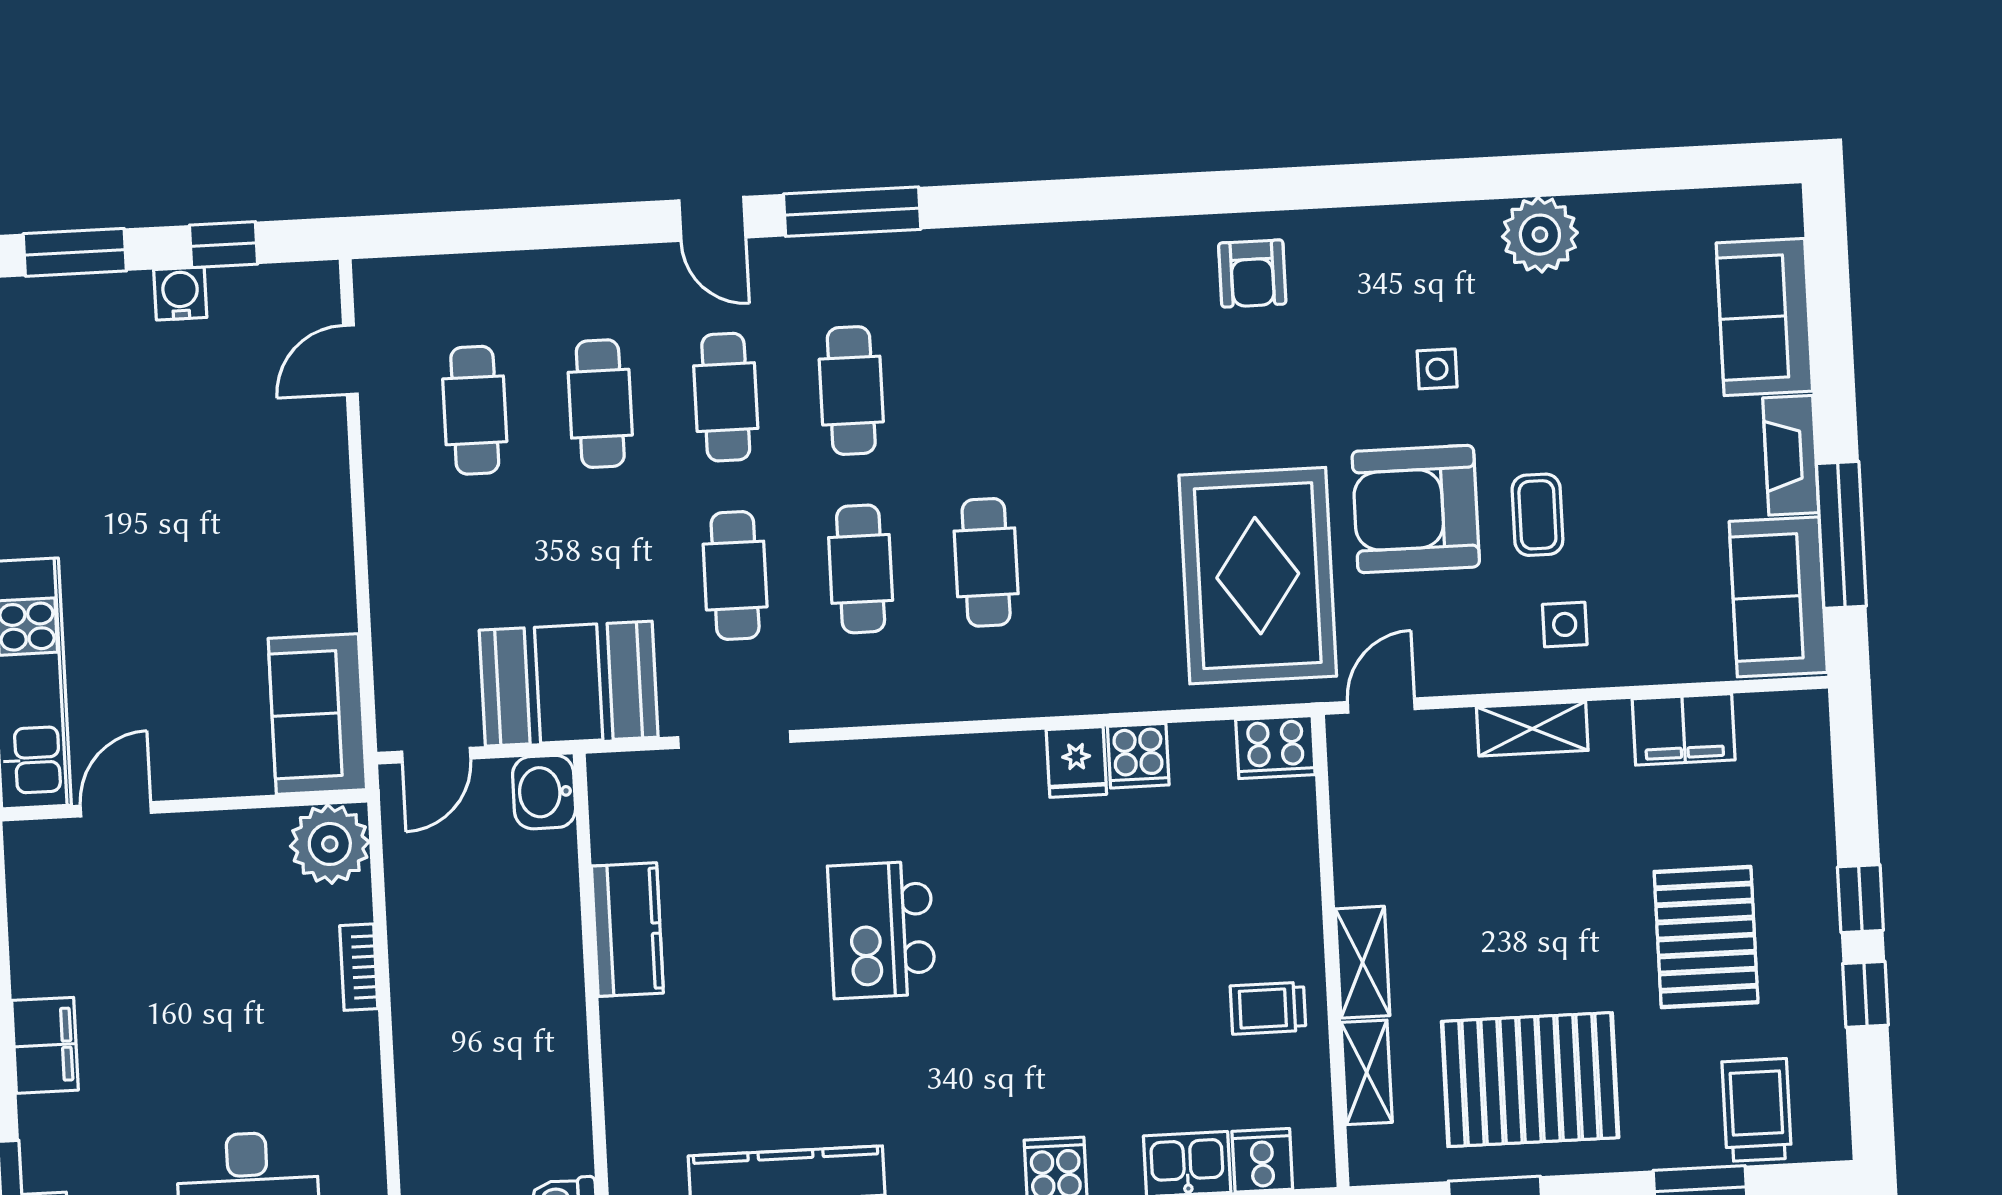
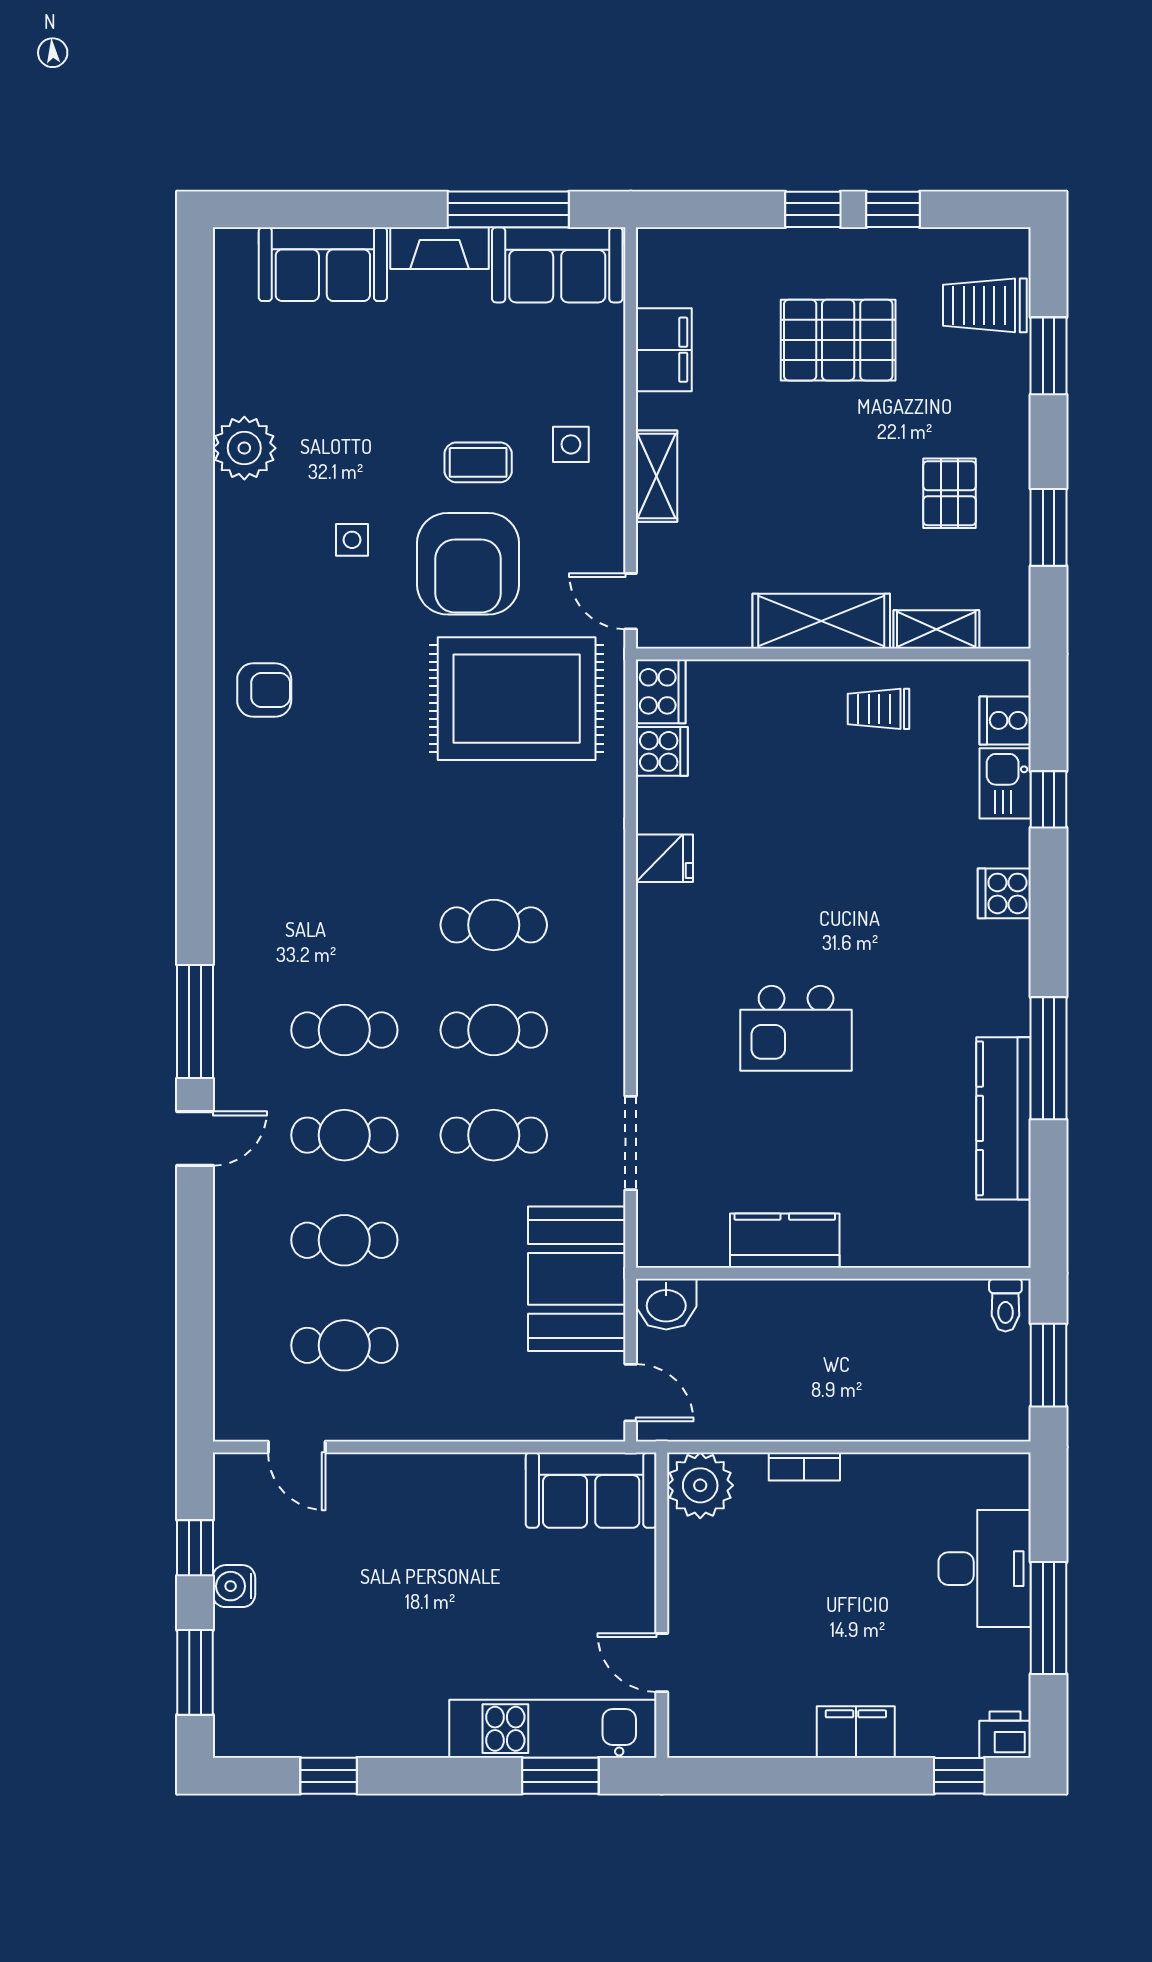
cooker: (1138, 756) -> (662, 751), moved
shelving: (1363, 962) -> (821, 621), width x1.50, depth x1.33
trolley: (1268, 1008) -> (878, 709), turned 90
pallet: (1530, 1080) -> (949, 493), width x0.49, depth x0.50

